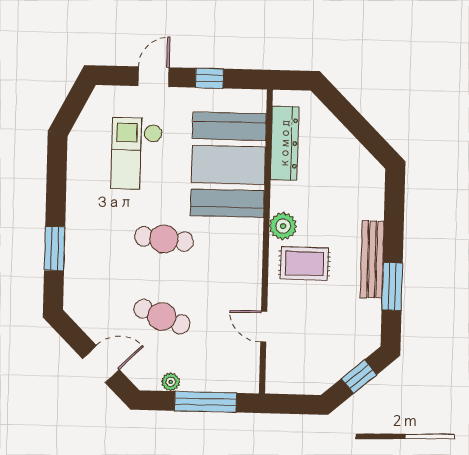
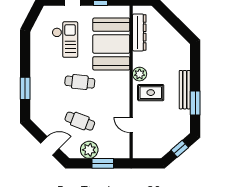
checkout: (137, 154) -> (65, 40), turned 180
plant: (171, 382) -> (89, 150), width x1.88, depth x1.88
window: (205, 402) -> (103, 163), width x0.69

